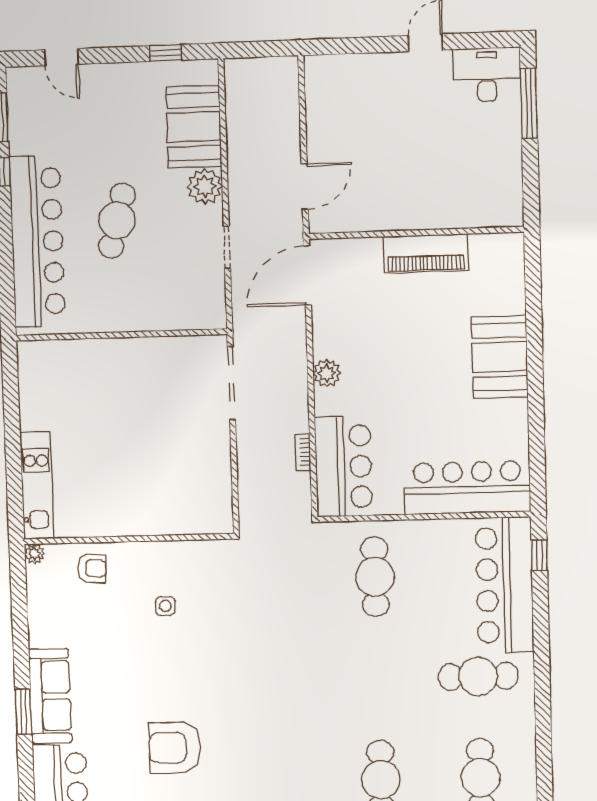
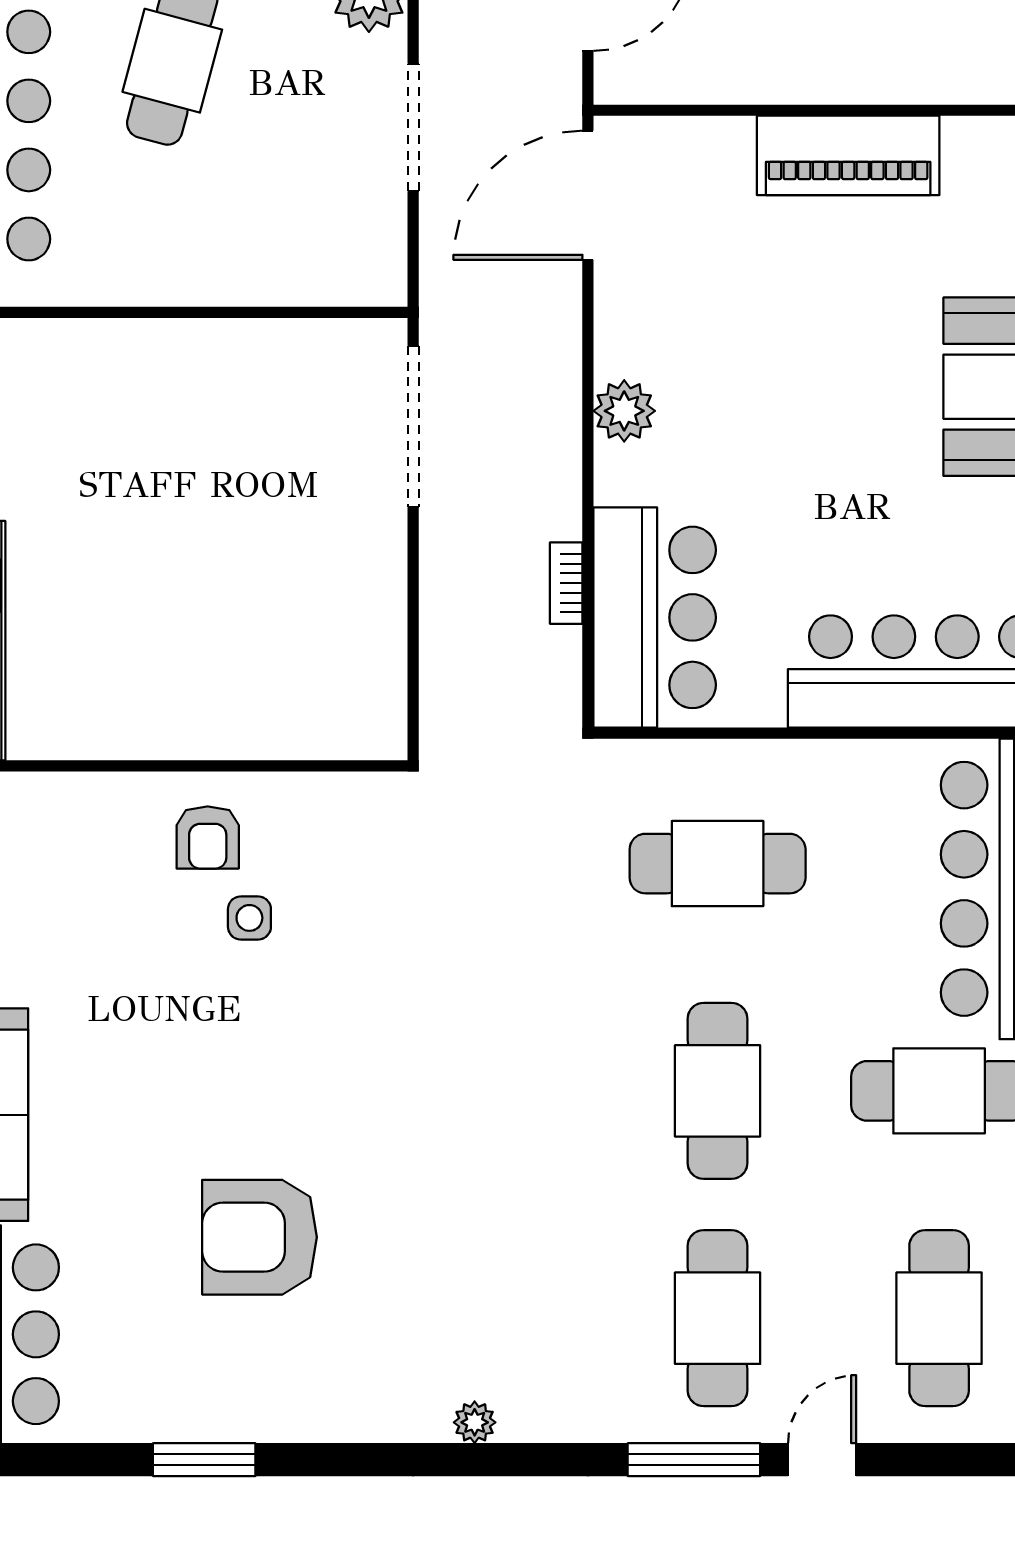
doorway: (227, 247) -> (413, 128), width x1.38
armchair: (92, 568) -> (208, 838), moved, turned 86
cafe table: (375, 577) -> (718, 864), turned 90
cafe table: (378, 678) -> (718, 1091), added

